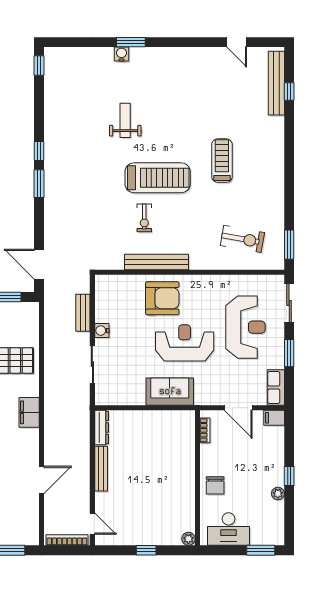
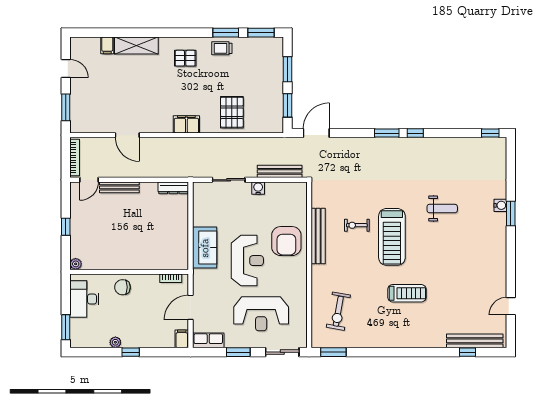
bench: (83, 313) -> (280, 171), width x1.36
bench: (101, 469) -> (119, 187), moved

